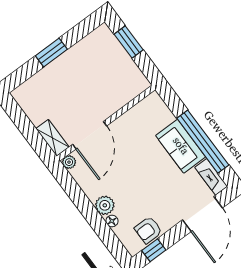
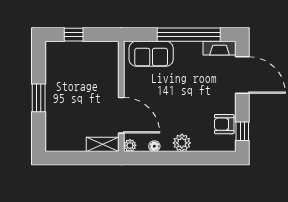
window: (129, 42) -> (74, 35), width x0.67
sofa: (181, 146) -> (151, 54), moved
floor lamp: (112, 221) -> (154, 146), moved
armchair: (148, 230) -> (224, 124), turned 90

